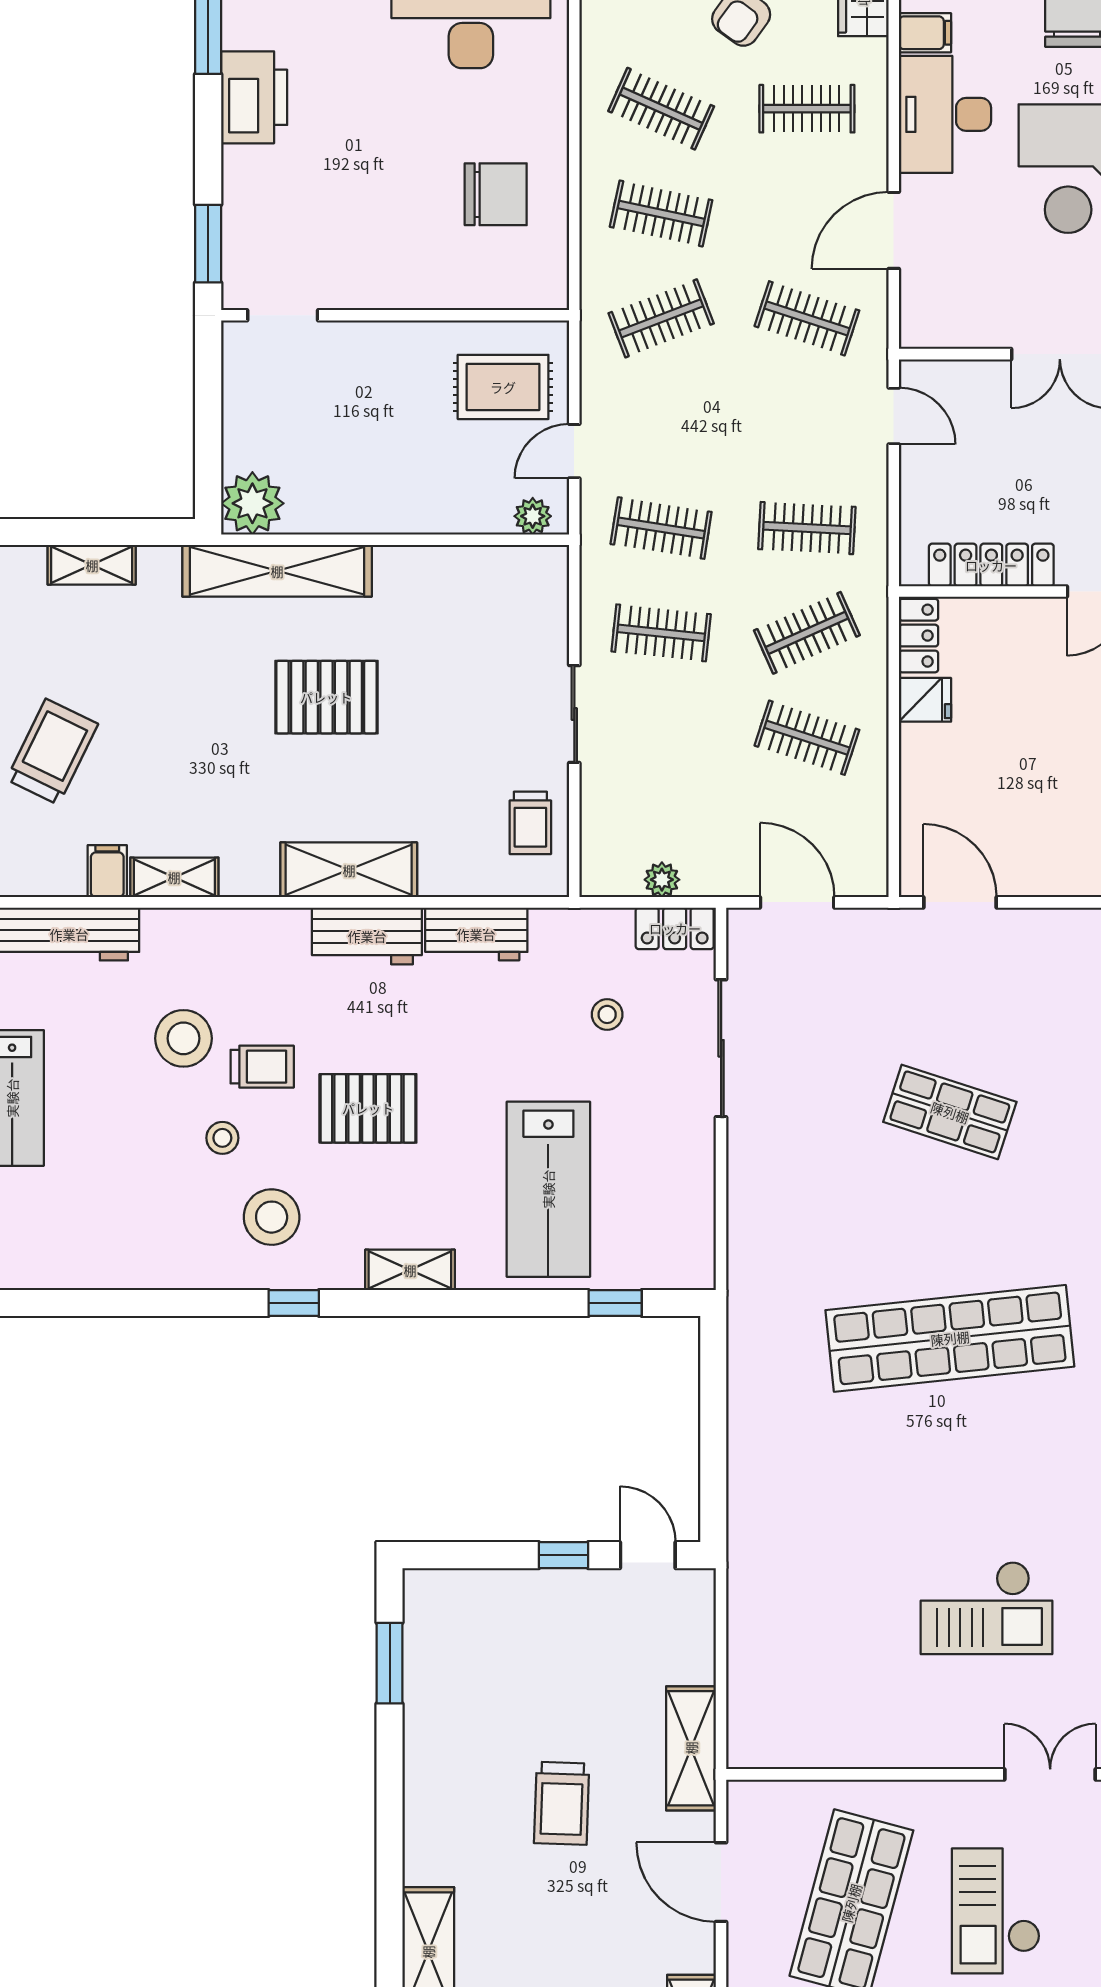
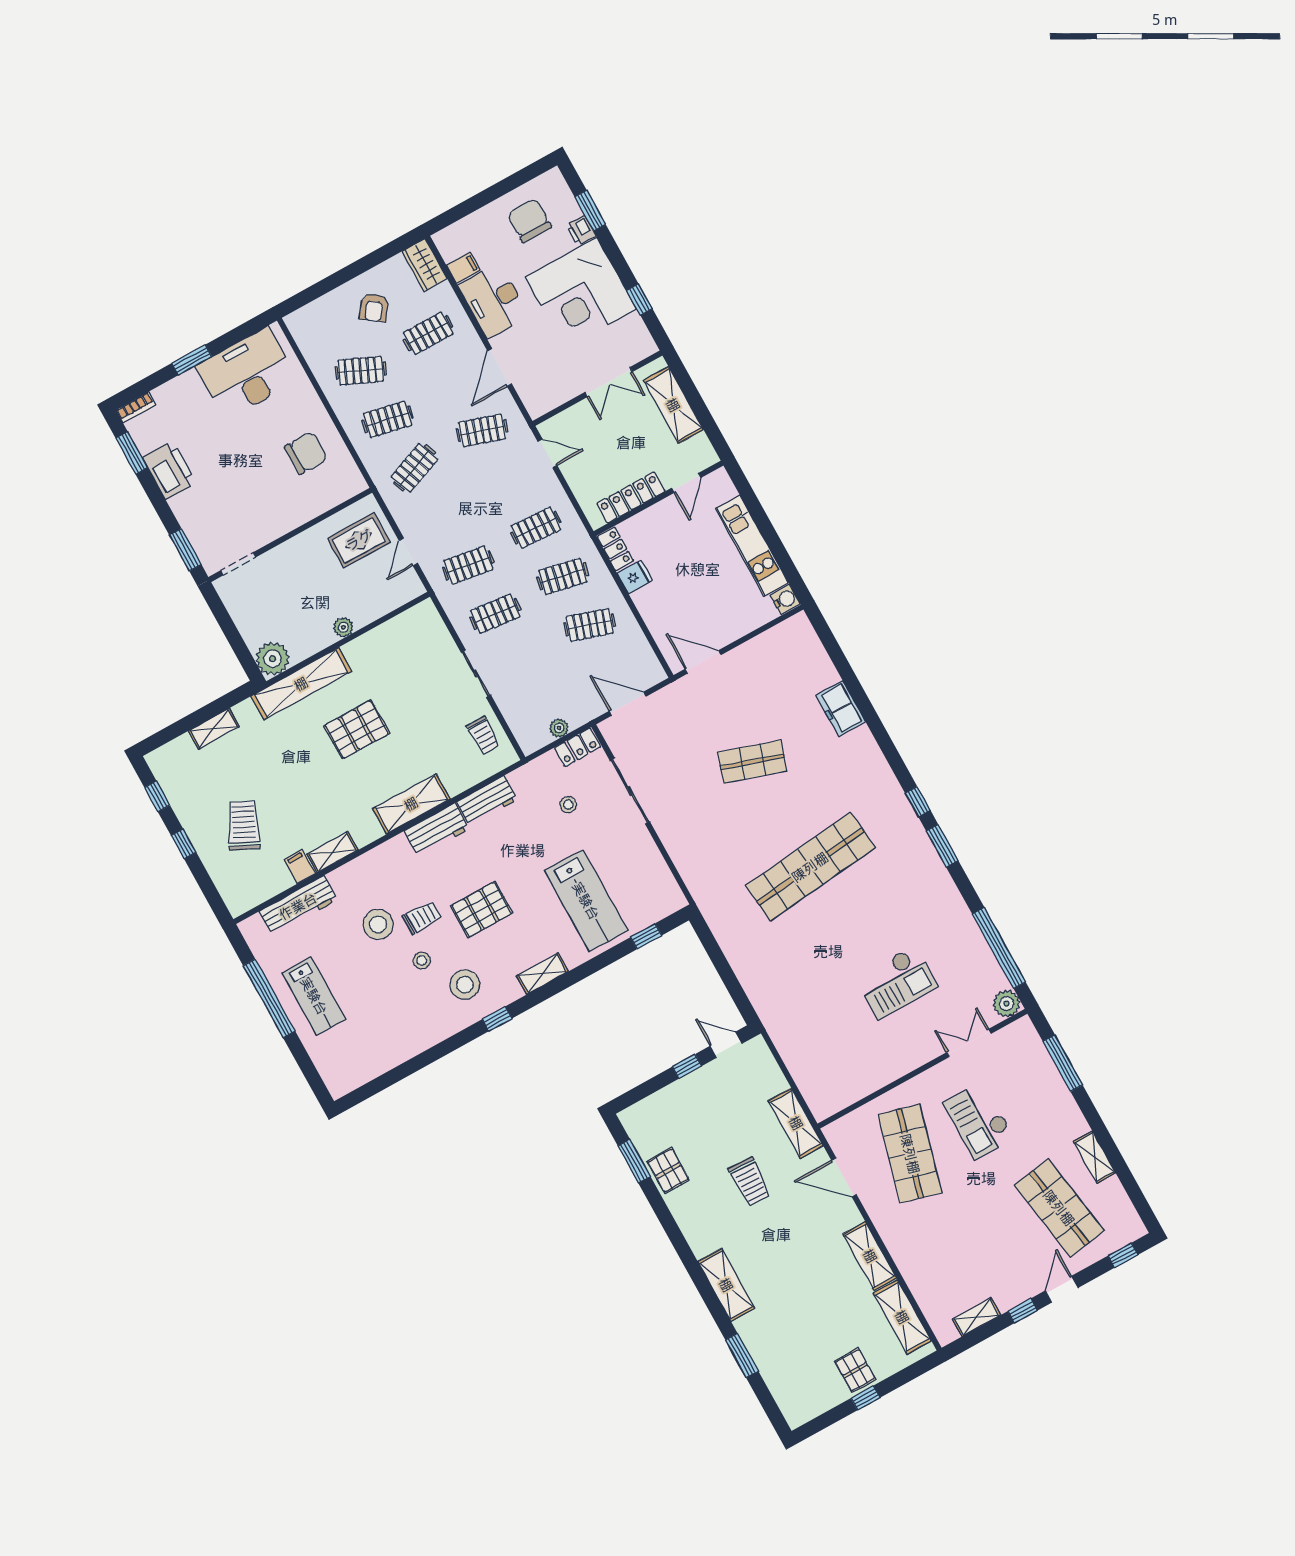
plant: (533, 516) -> (343, 627), moved
clothes rail: (807, 633) -> (563, 576), turned 36
pallet: (437, 1710) -> (668, 1171), added

